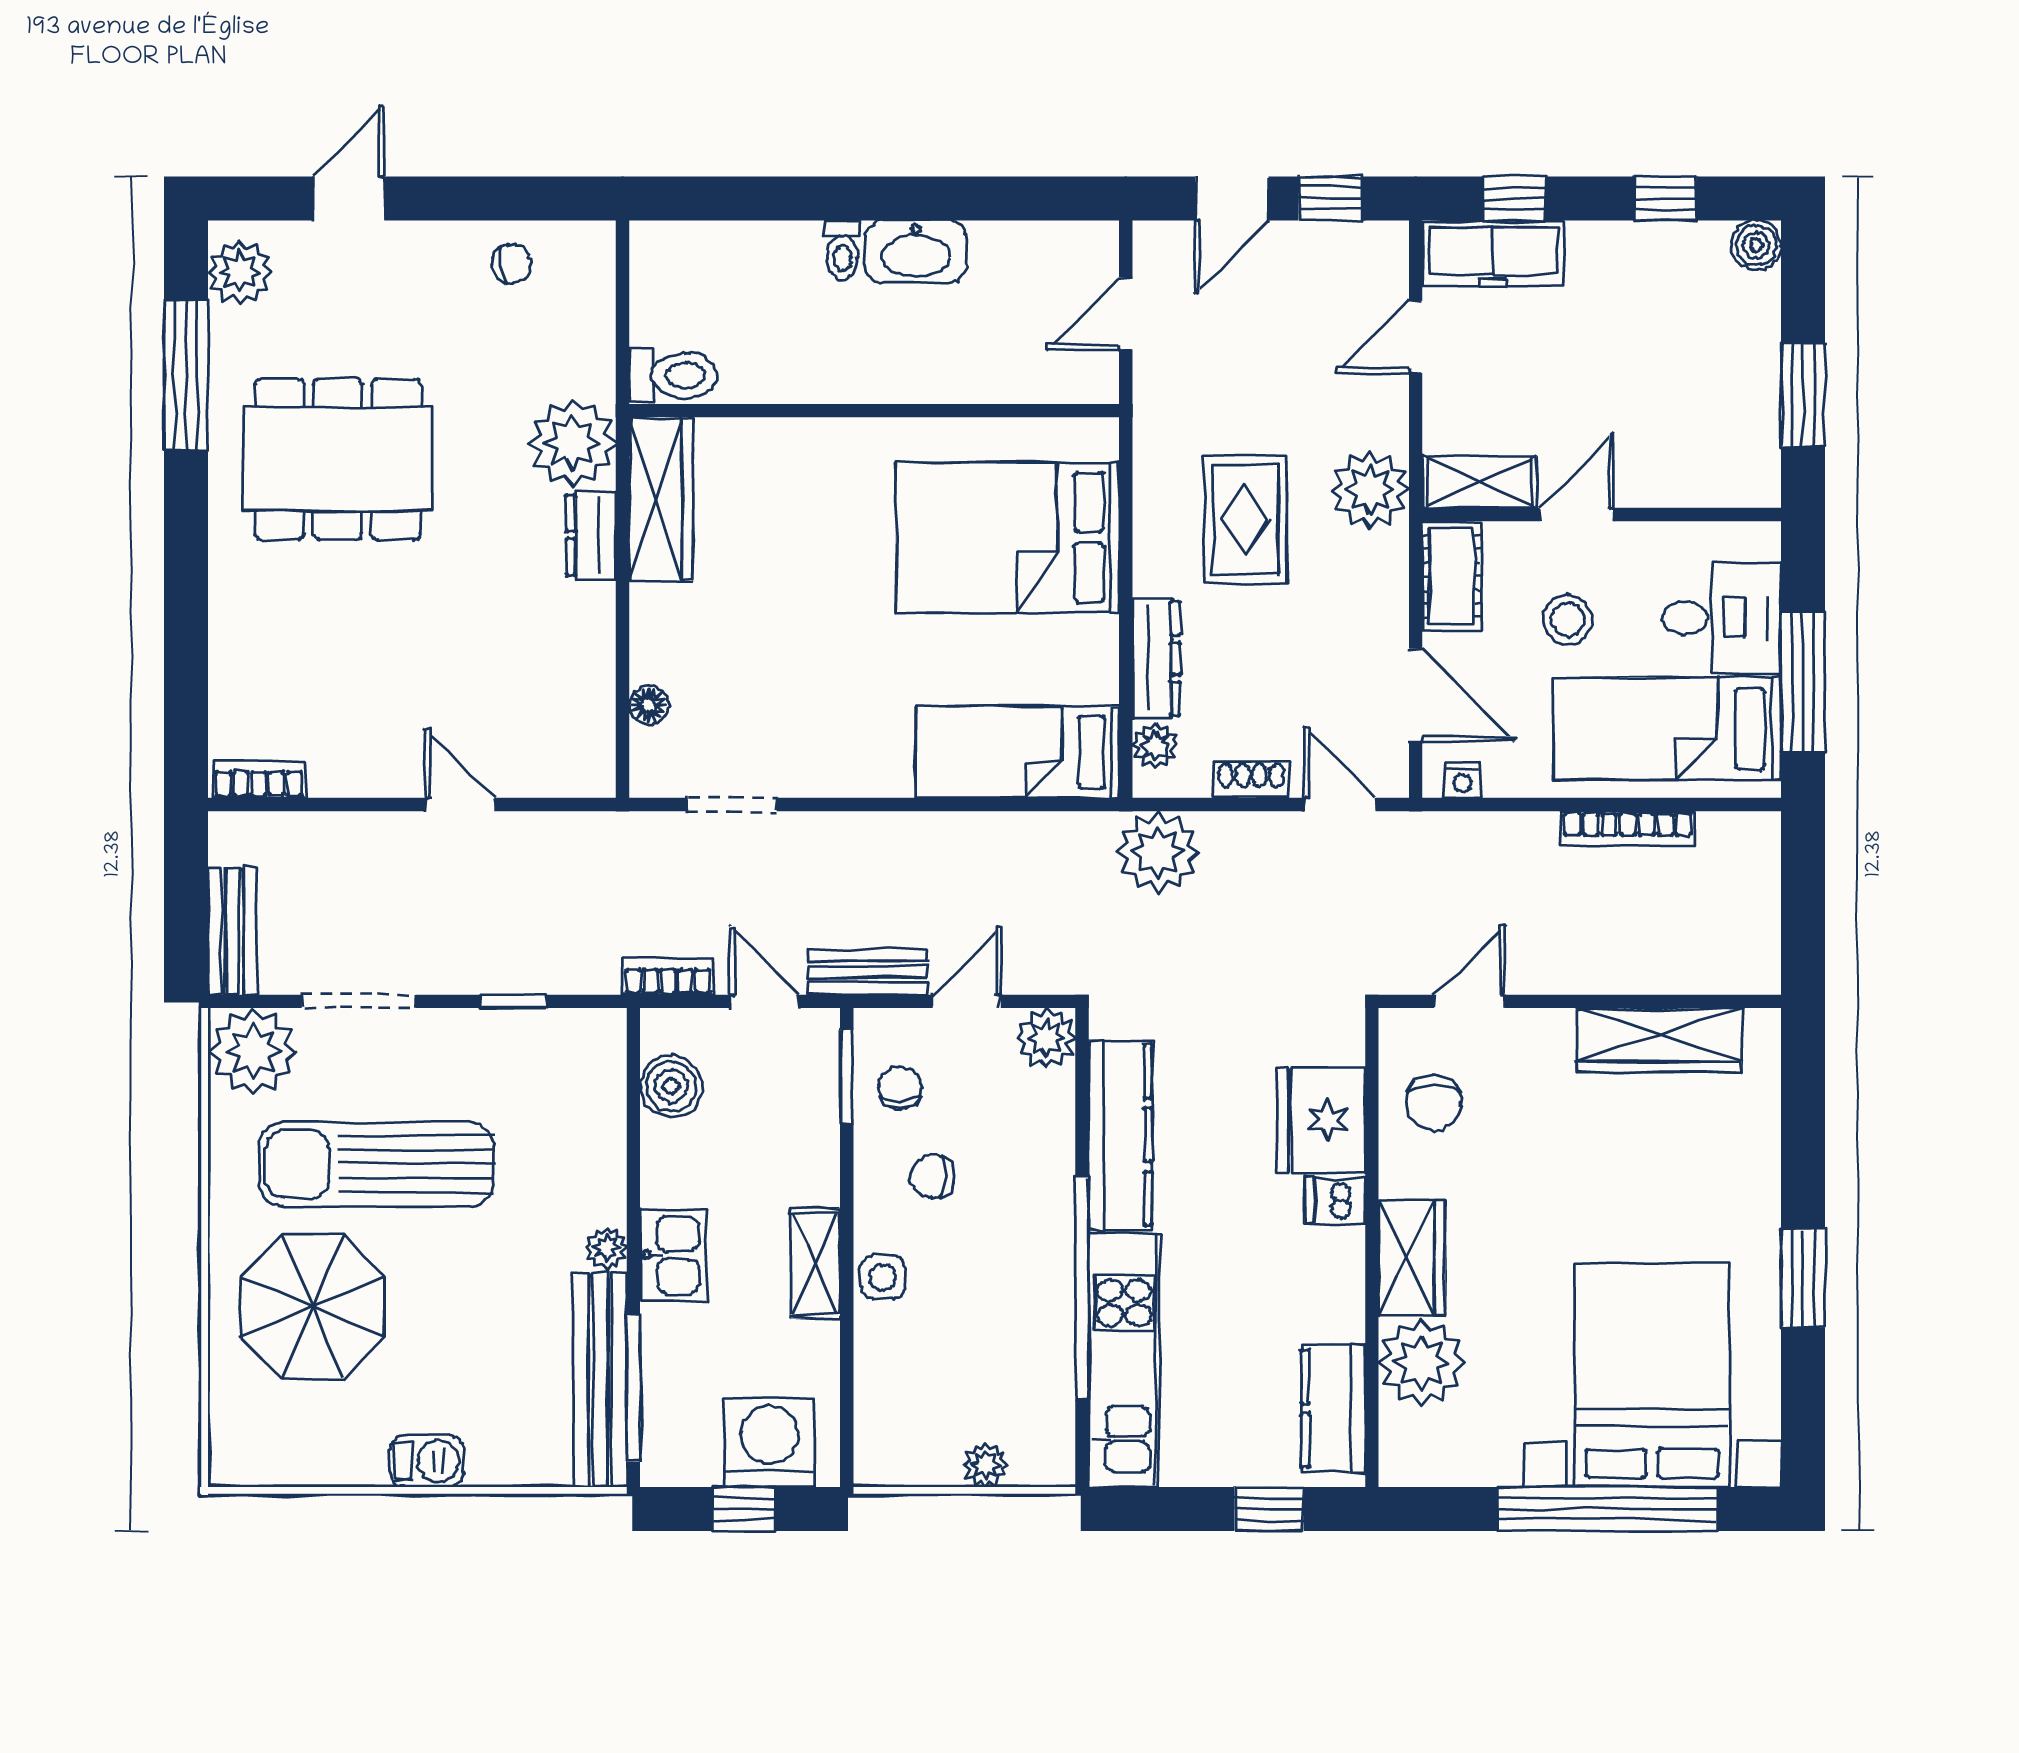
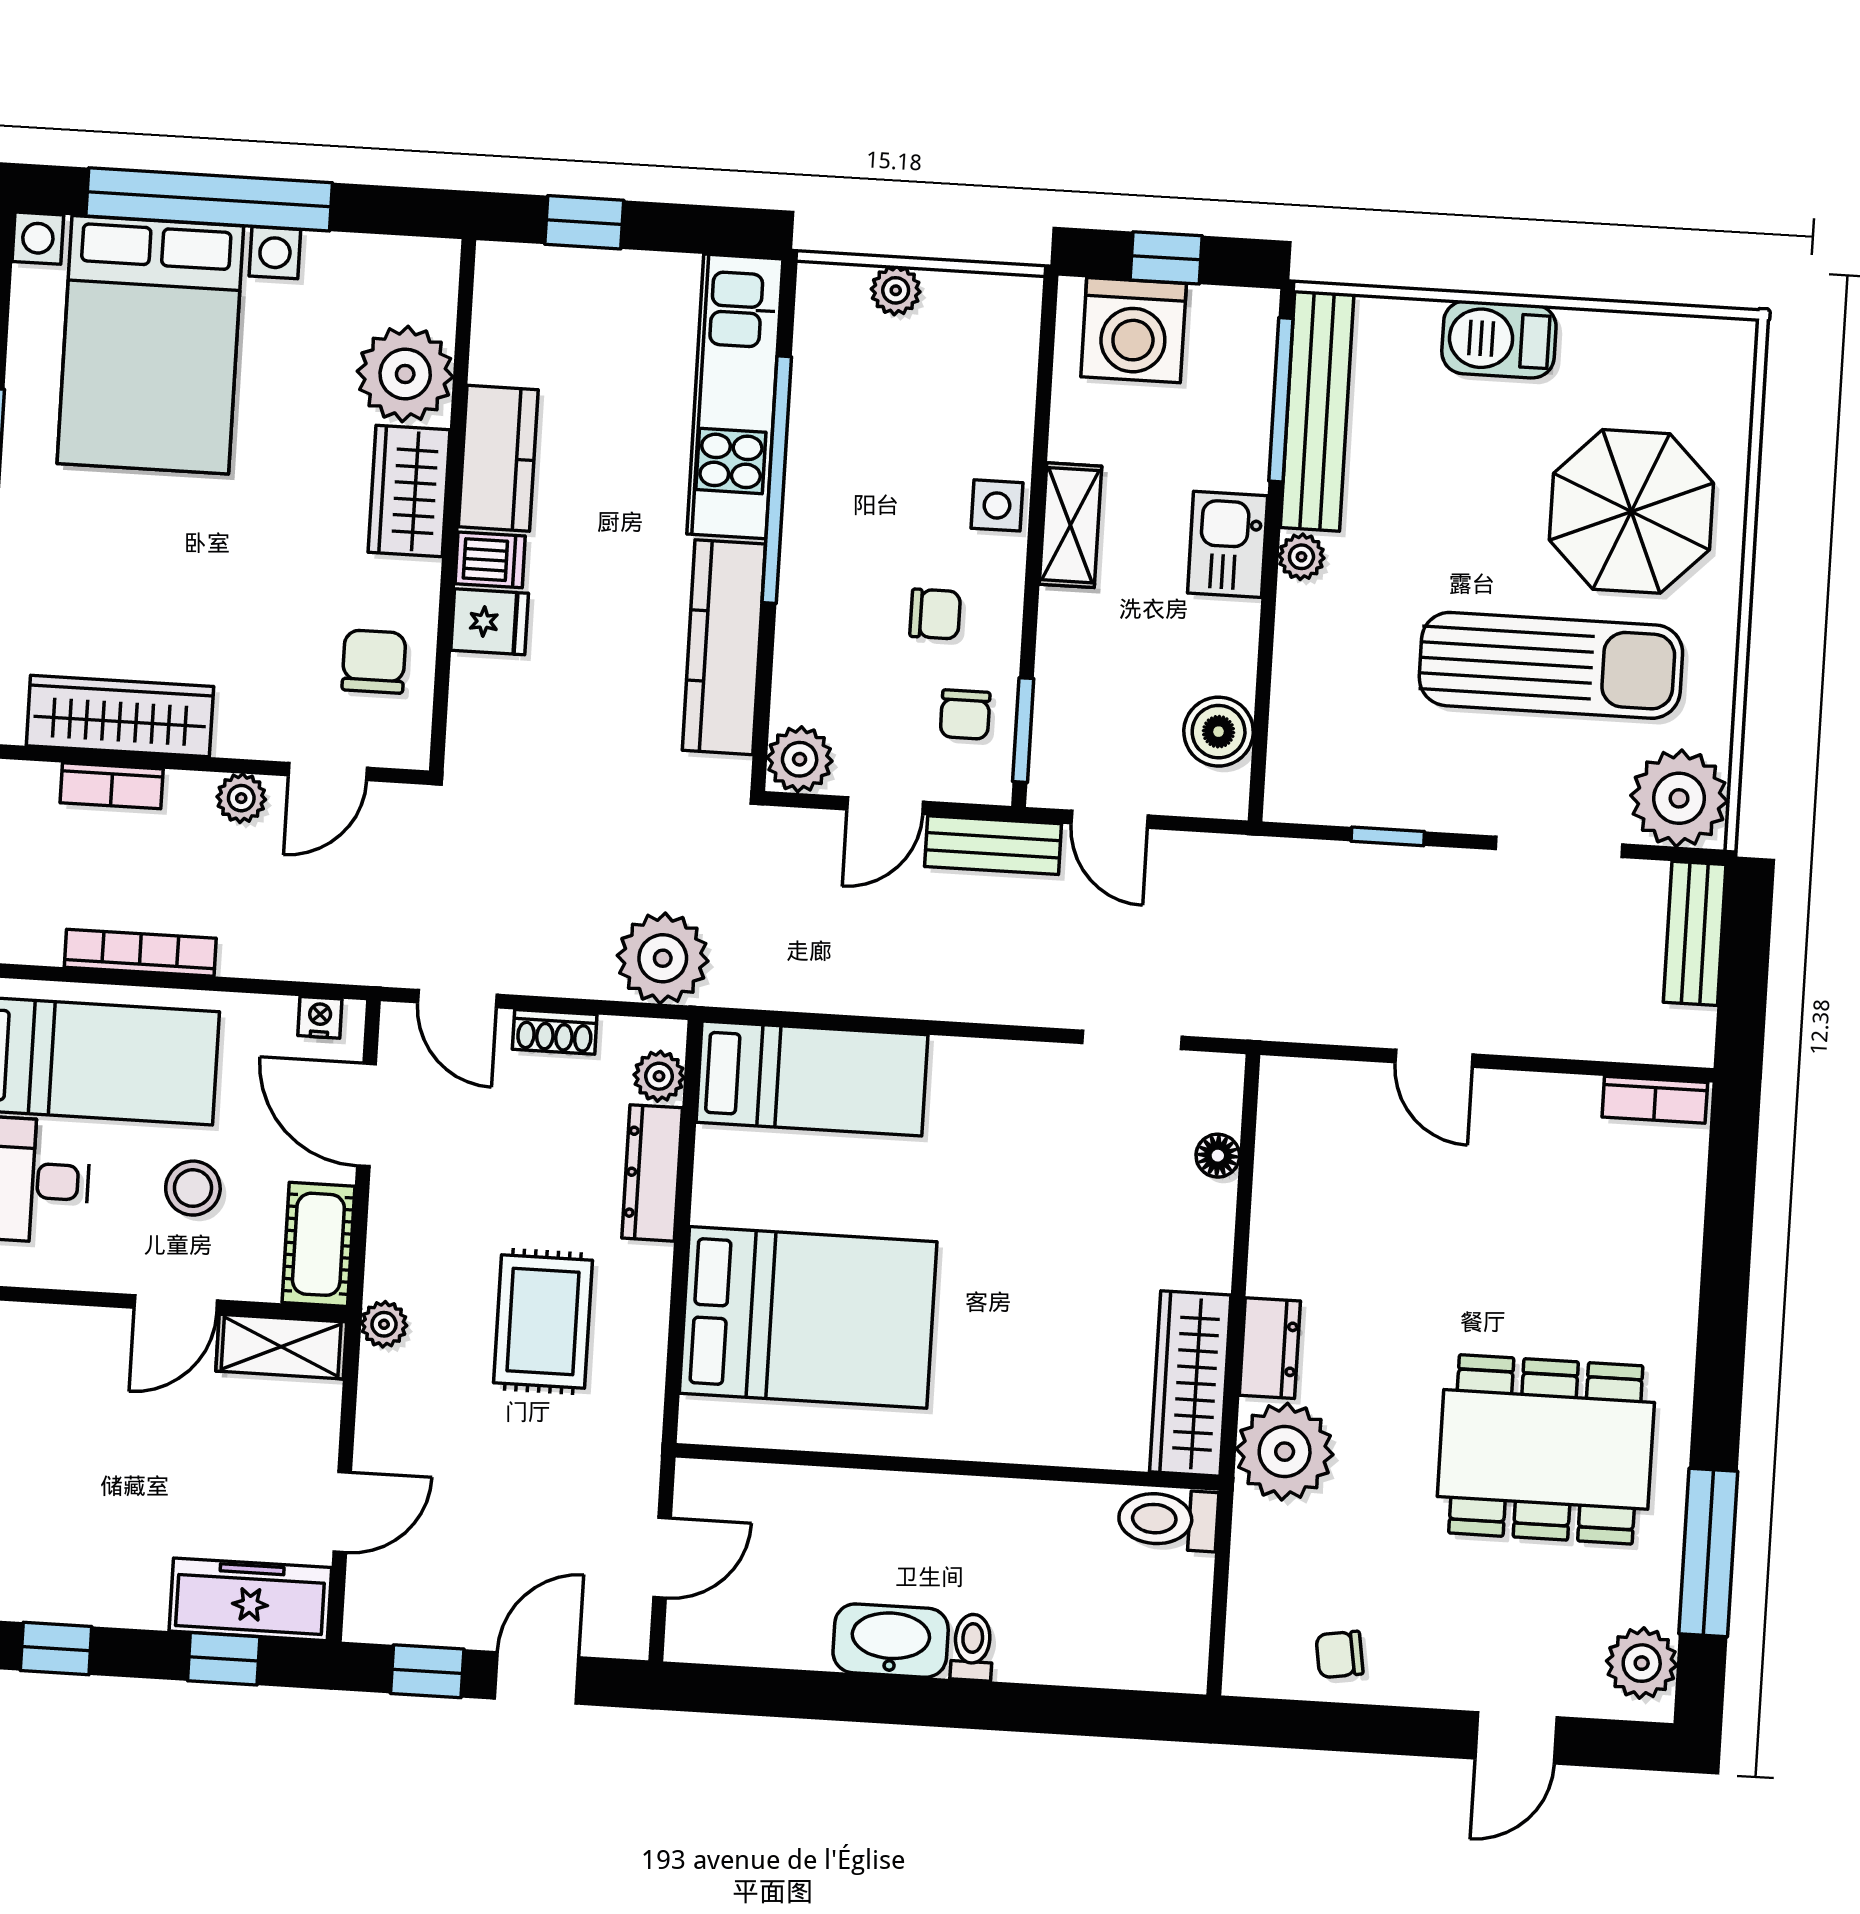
plant: (1370, 490) -> (384, 1324), width x0.53, depth x0.53
plant: (1546, 973) -> (241, 798), added
bookcase: (668, 977) -> (112, 786), moved
fridge: (1321, 1120) -> (490, 622), width x0.53, depth x0.75
kitchen counter: (1333, 1409) -> (498, 458), moved
barbecue: (427, 1461) -> (1499, 339), width x1.38, depth x1.27

